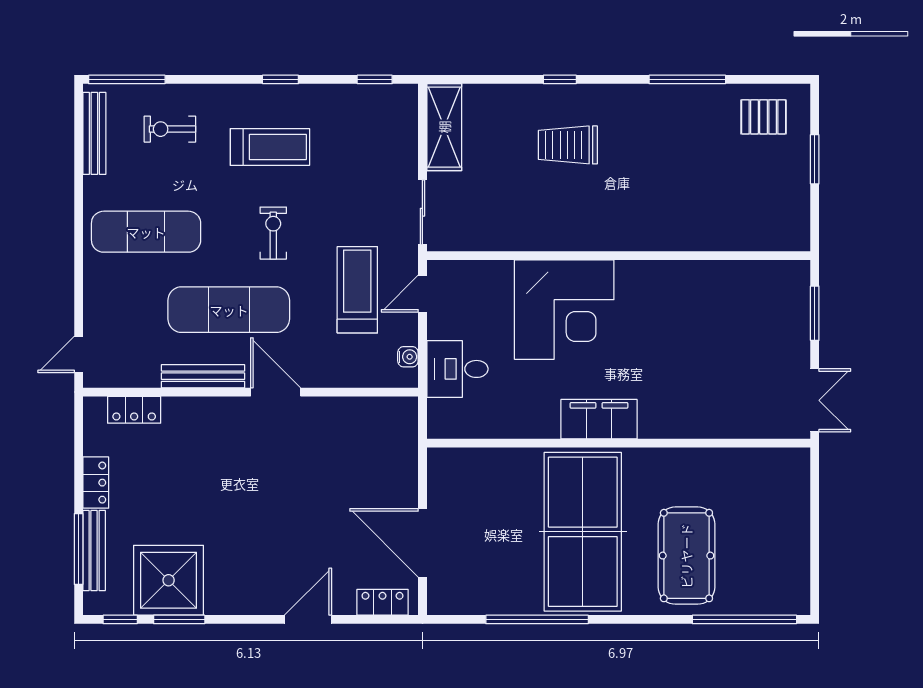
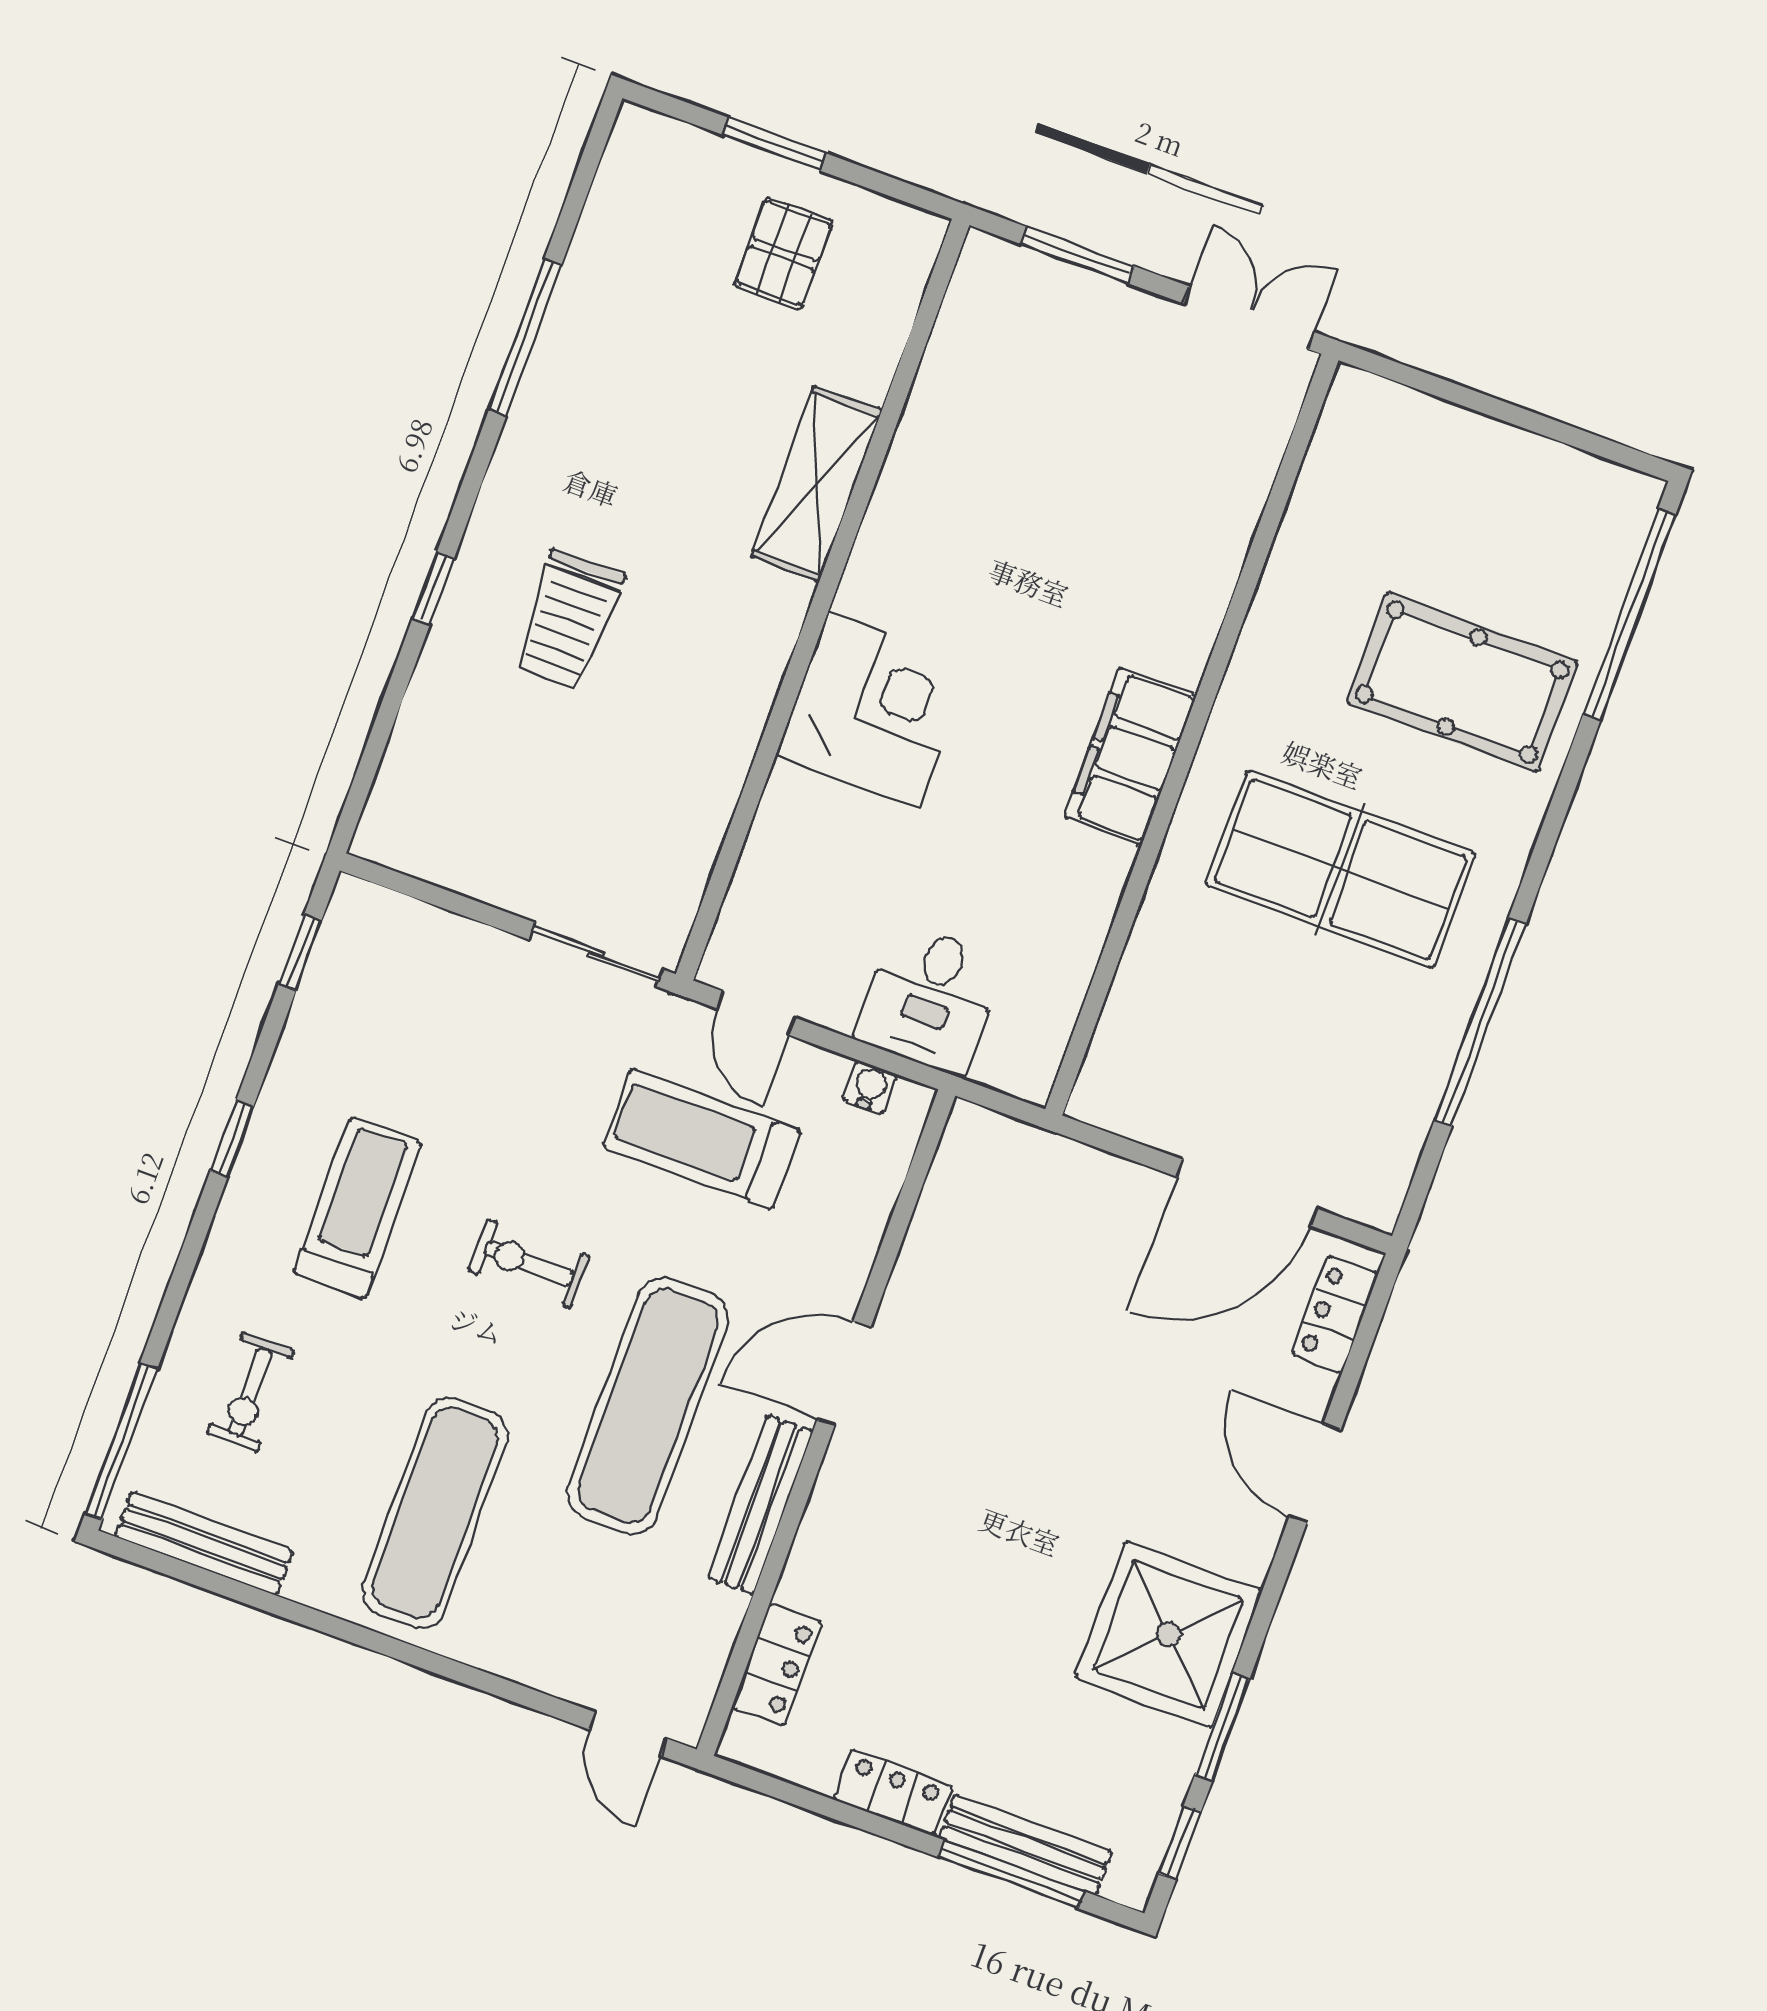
pallet: (764, 117) -> (783, 253), moved
shelving: (444, 127) -> (817, 483), moved, turned 90
corner desk: (564, 310) -> (873, 710), width x0.74, depth x0.74
table tennis table: (583, 532) -> (1340, 869), width x0.73, depth x0.76
shower: (169, 580) -> (1169, 1634), moved

